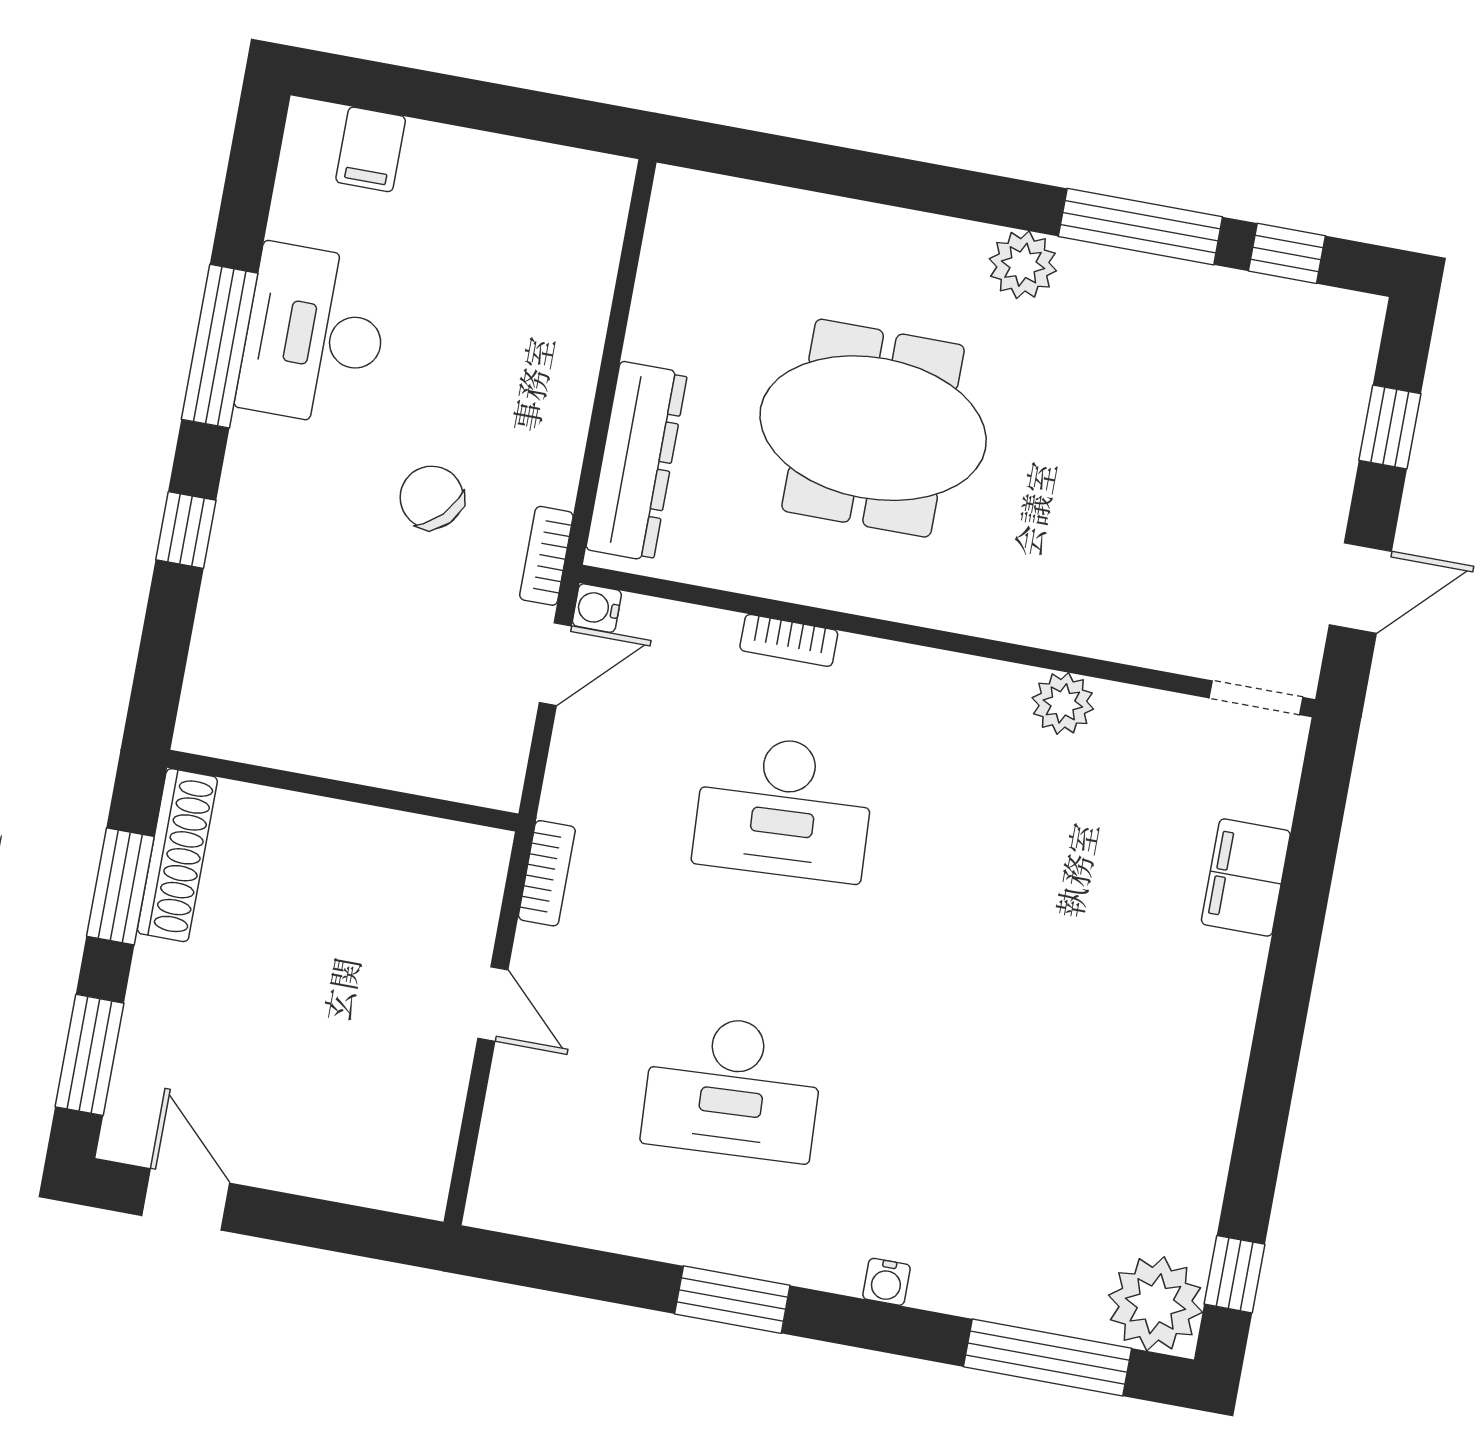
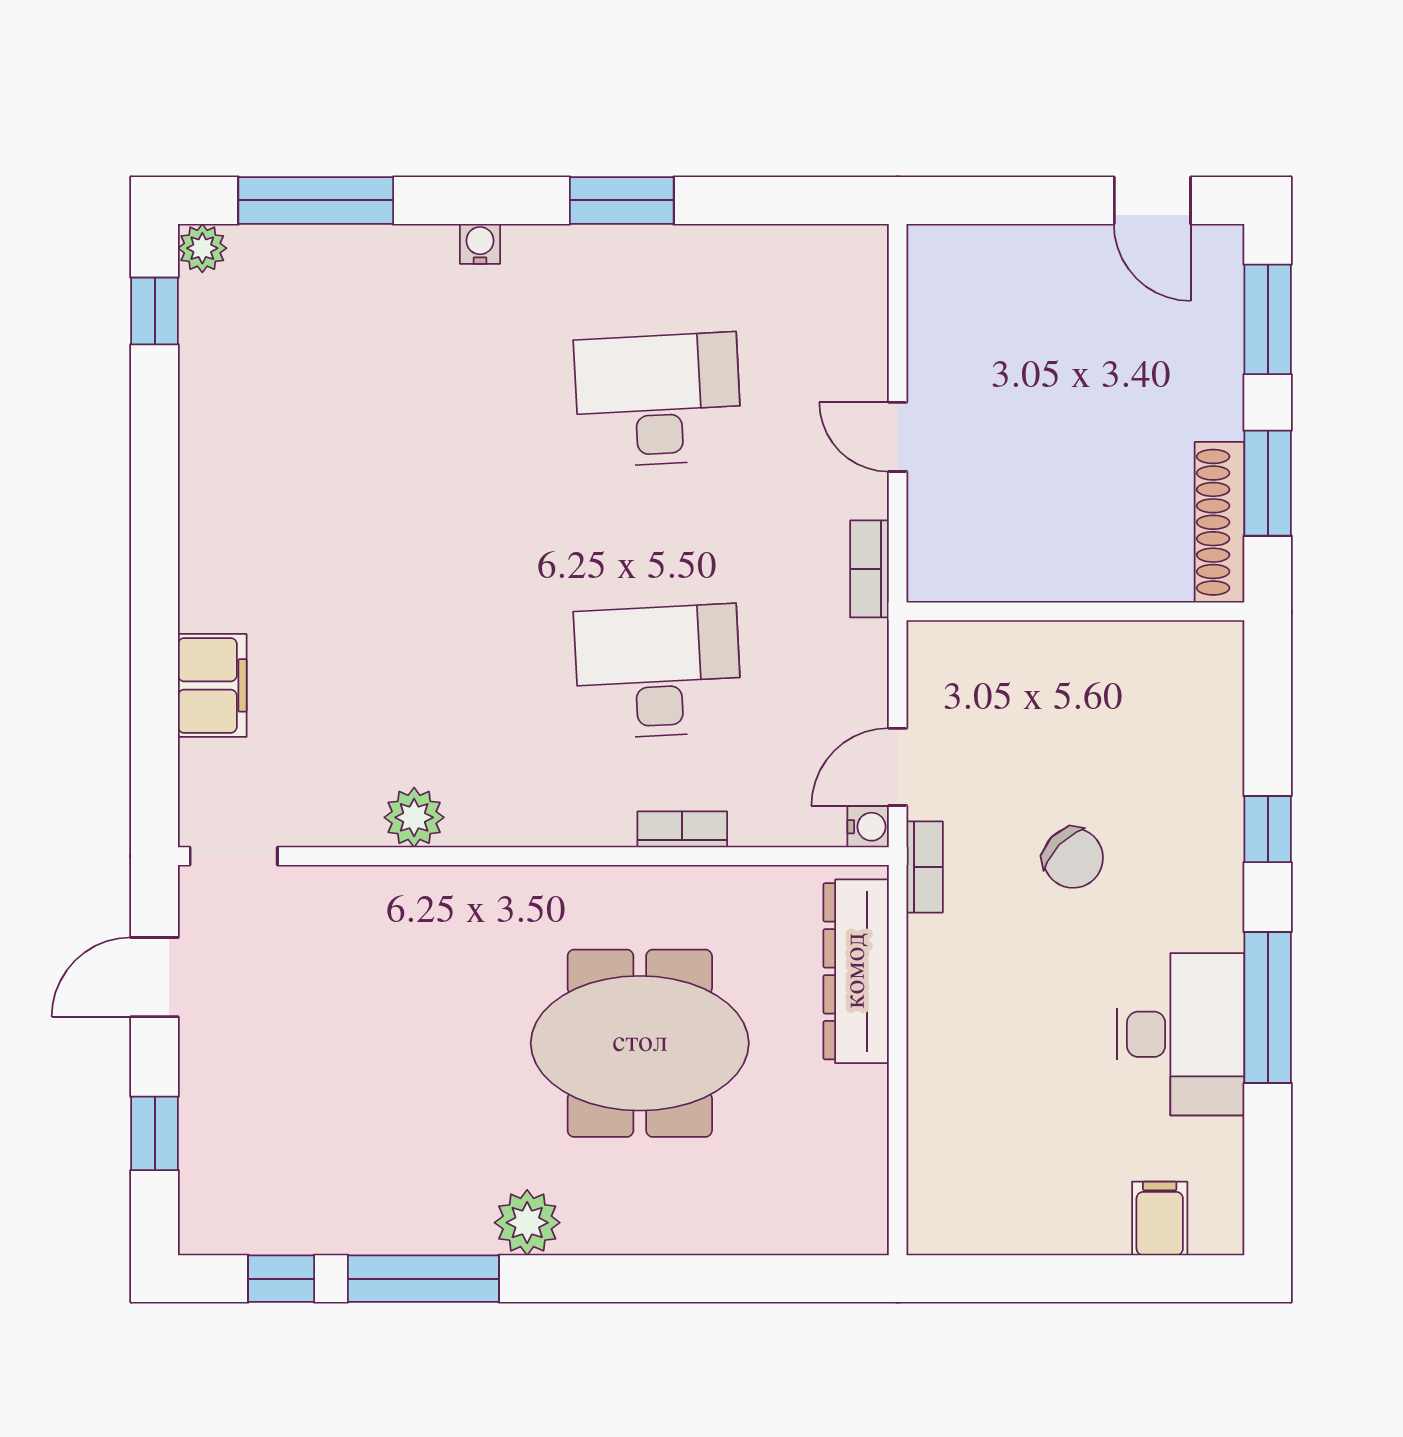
chair: (432, 497) -> (1073, 858), moved
plant: (1155, 1304) -> (202, 248), width x0.53, depth x0.53

